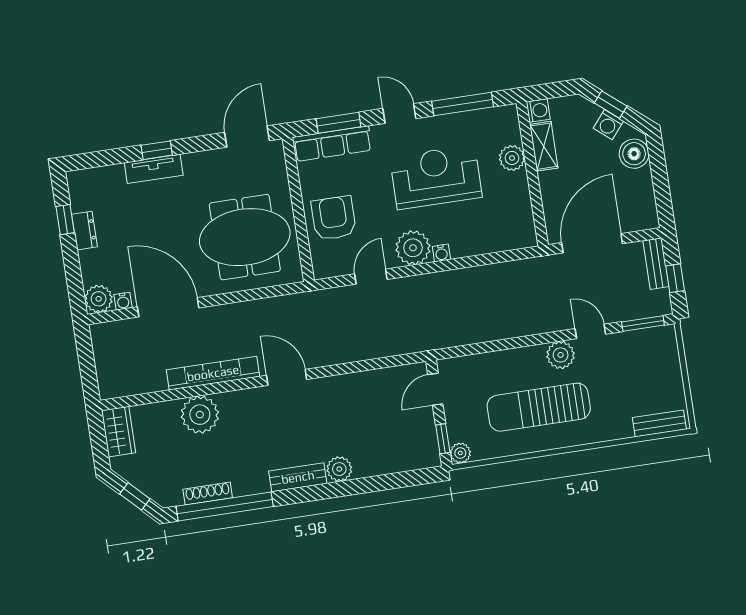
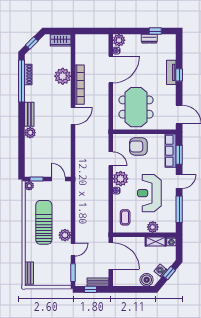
reception desk: (436, 177) -> (149, 193), turned 180
armchair: (334, 218) -> (138, 146), turned 180
coffee table: (500, 224) -> (125, 217), added

